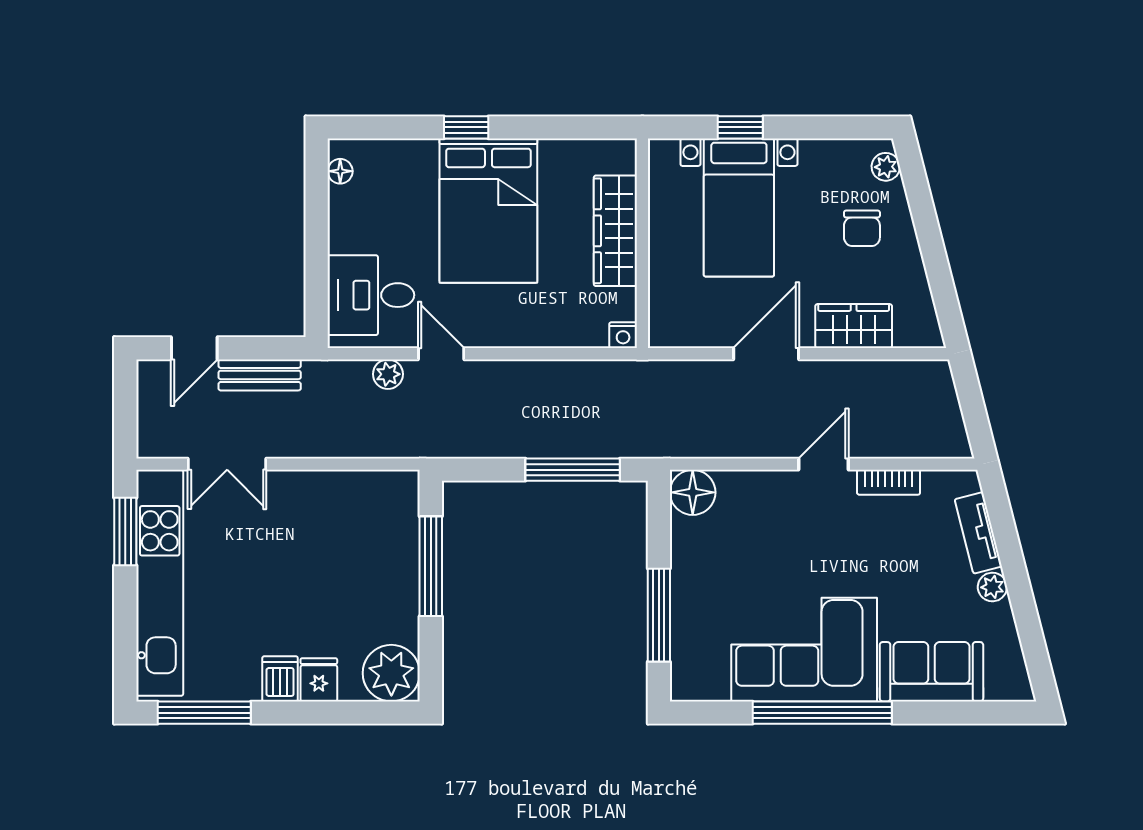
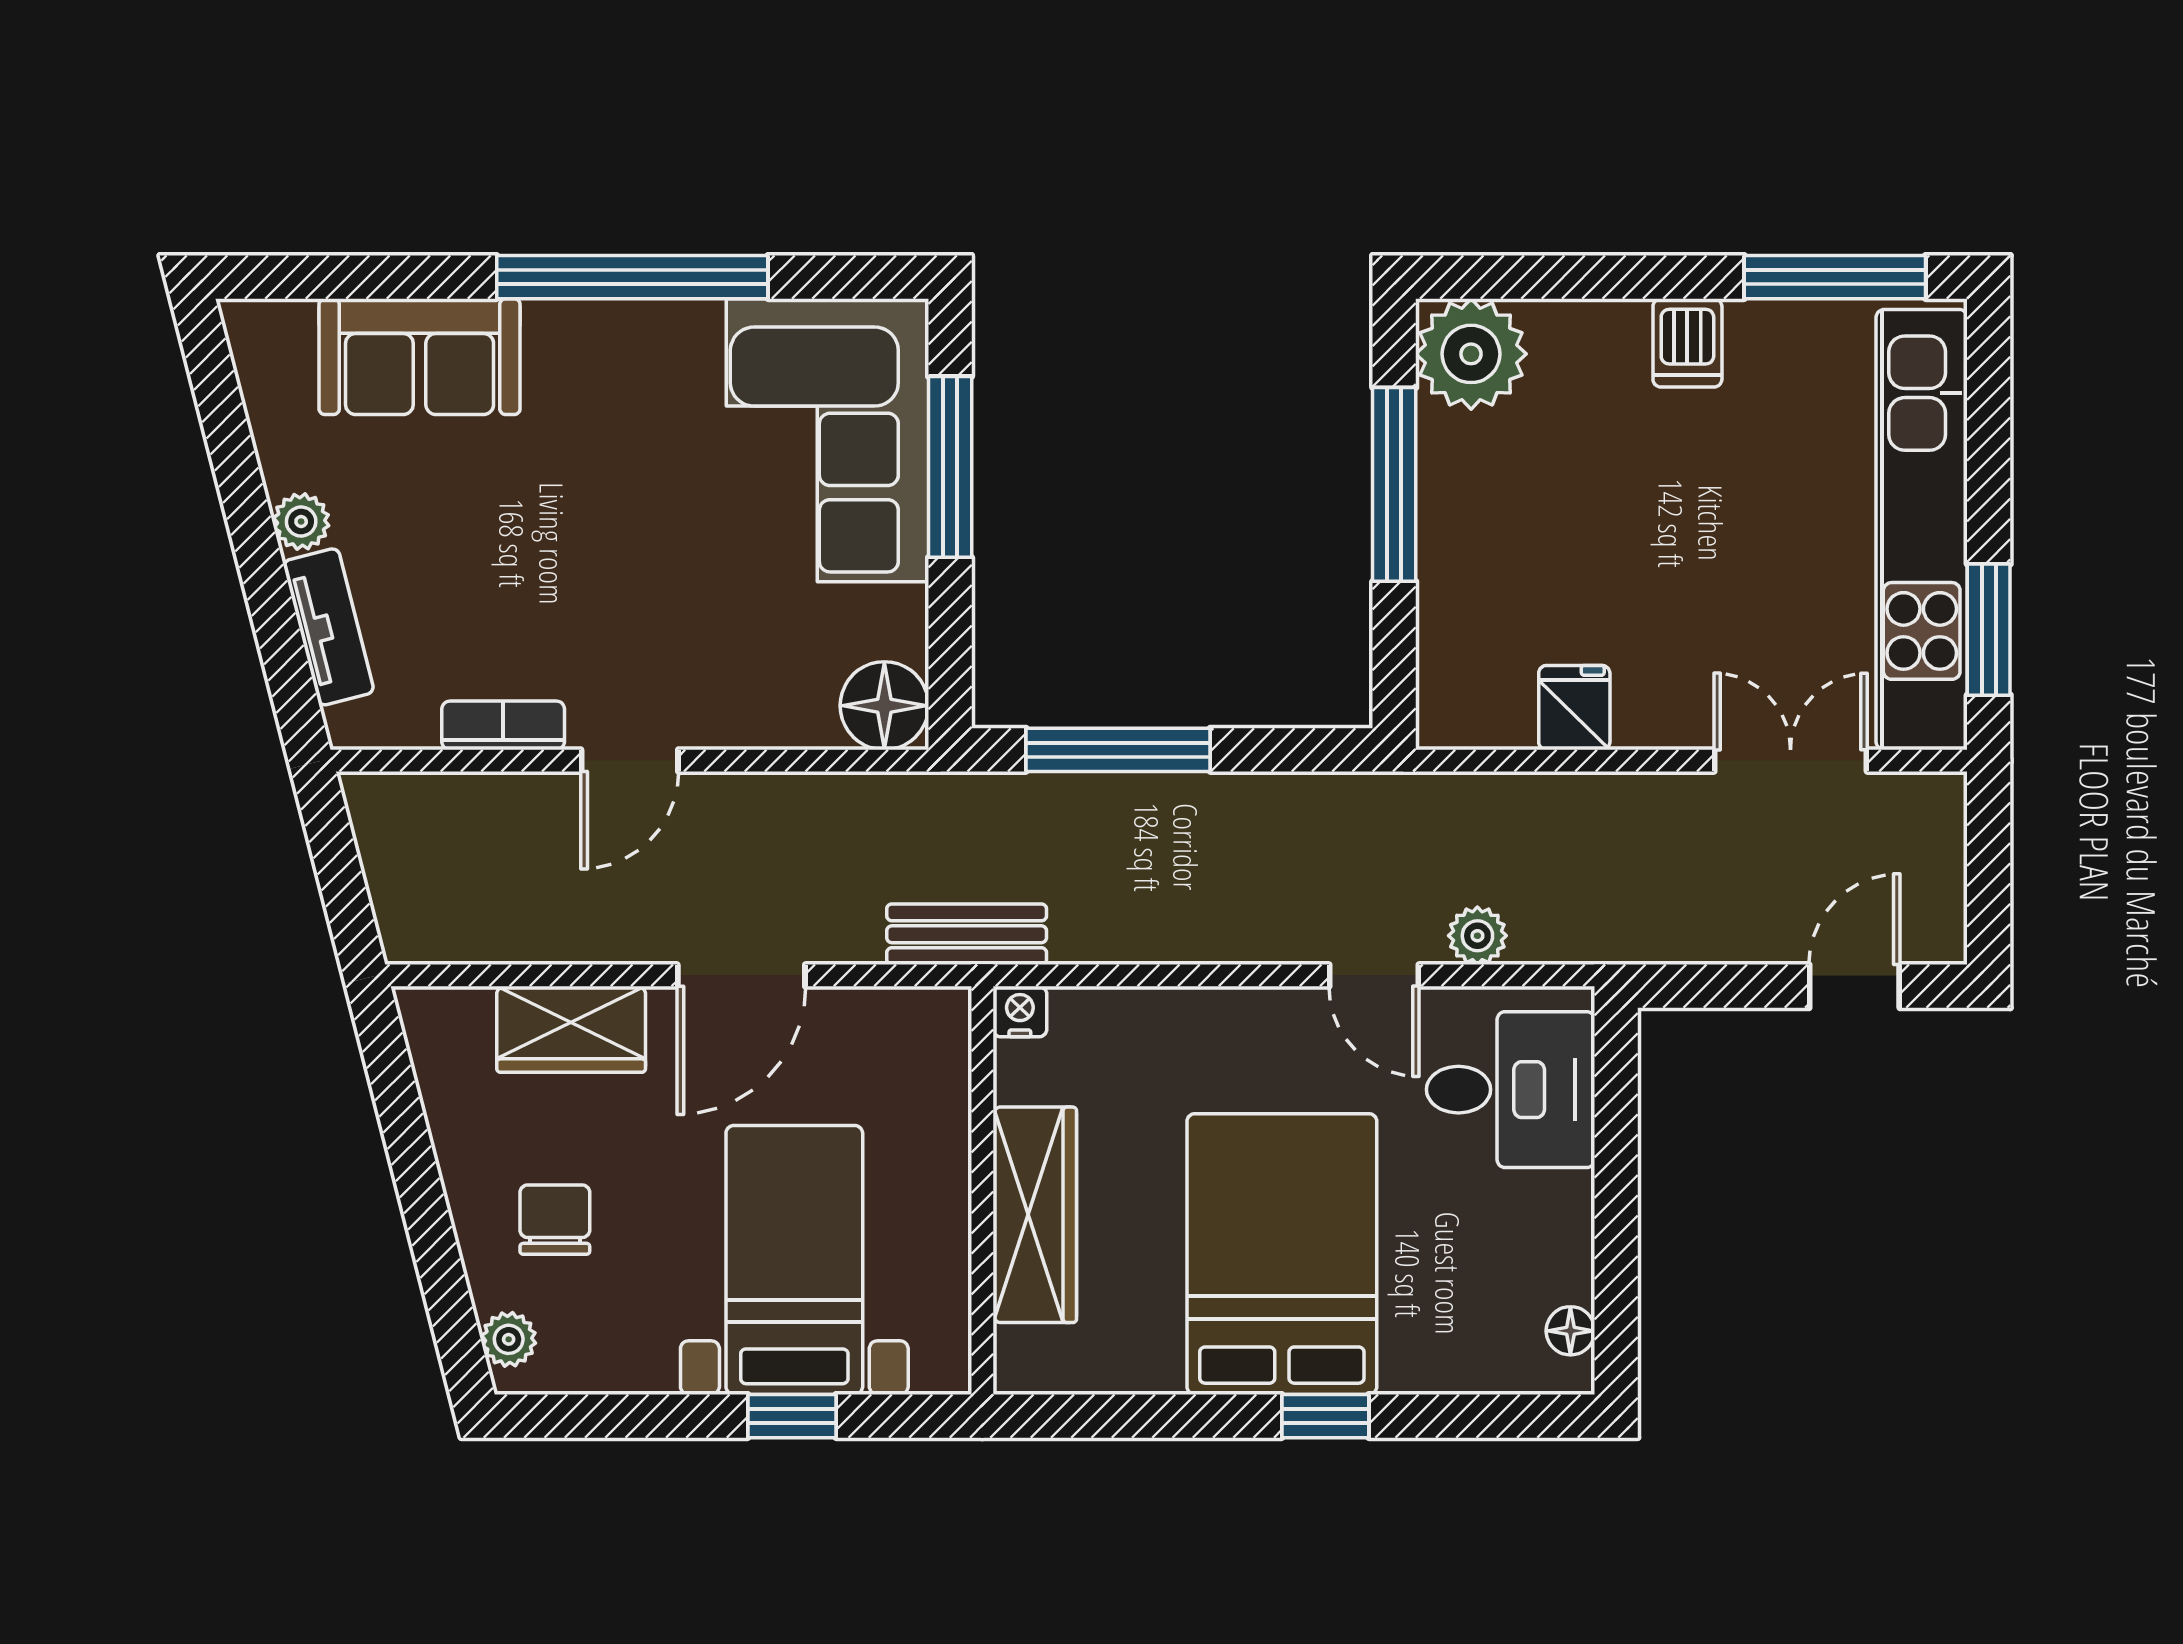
bench: (260, 375) -> (967, 934), moved
window: (431, 566) -> (1394, 484), moved
corner sofa: (804, 650) -> (827, 440), moved, turned 90
fridge: (319, 680) -> (1574, 708), moved, turned 180

